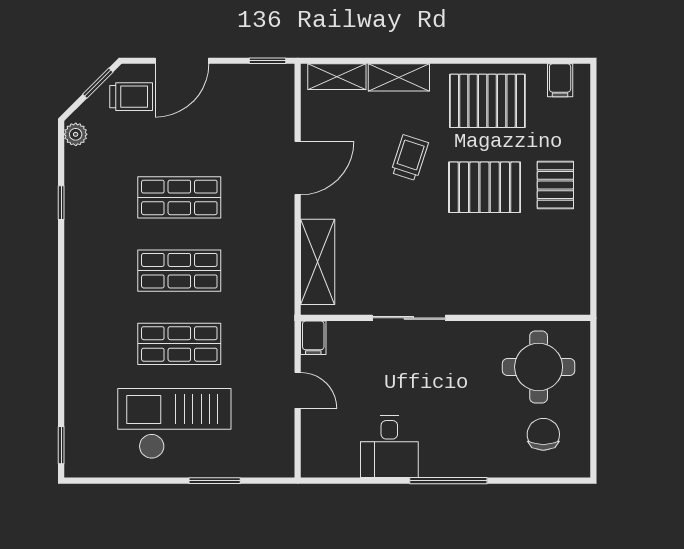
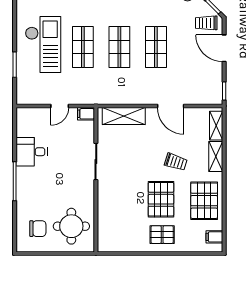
trolley: (131, 97) -> (206, 23), turned 90

